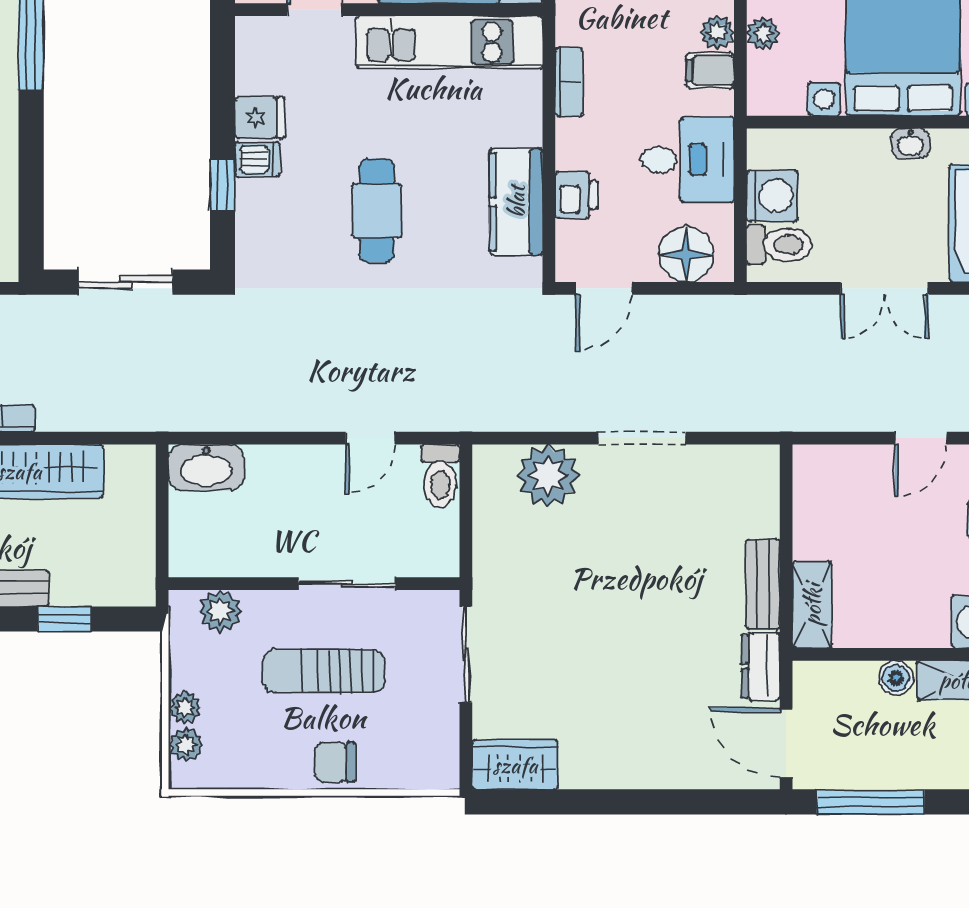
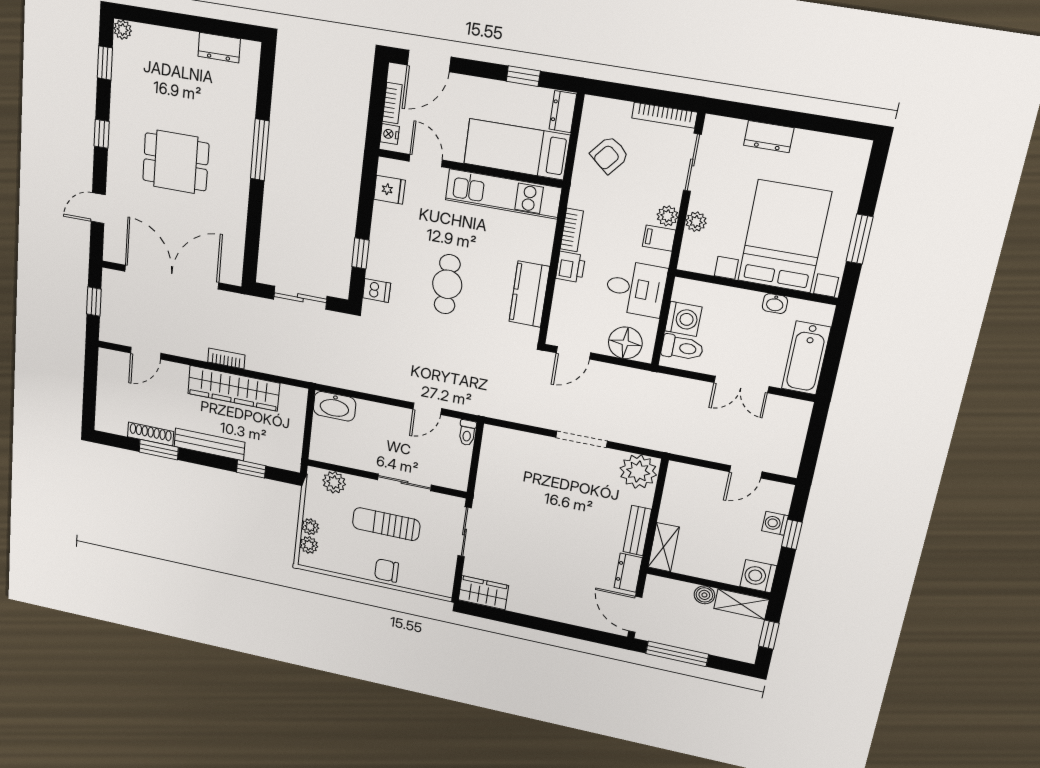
fridge: (260, 118) -> (389, 190), moved
dishwasher: (257, 159) -> (377, 290), moved
printer: (577, 195) -> (571, 267), moved
toilet: (440, 476) -> (467, 433), width x0.73, depth x0.72
plant: (548, 476) -> (638, 472), moved

